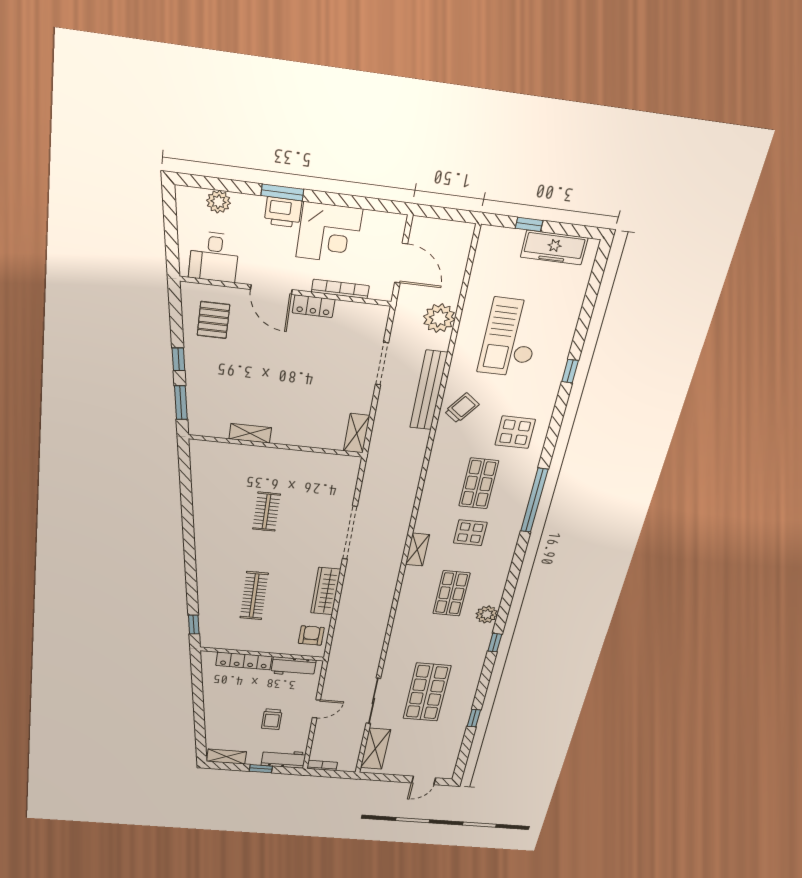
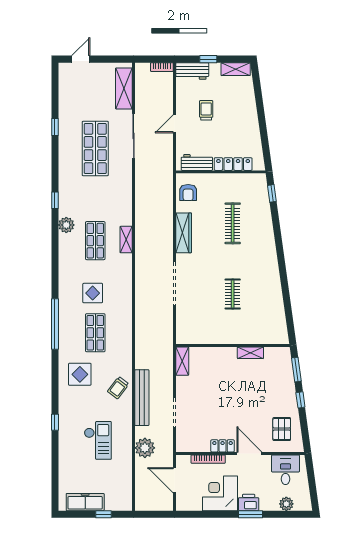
checkout: (511, 338) -> (98, 440), width x0.73, depth x0.83
shelving: (417, 550) -> (126, 240), moved

